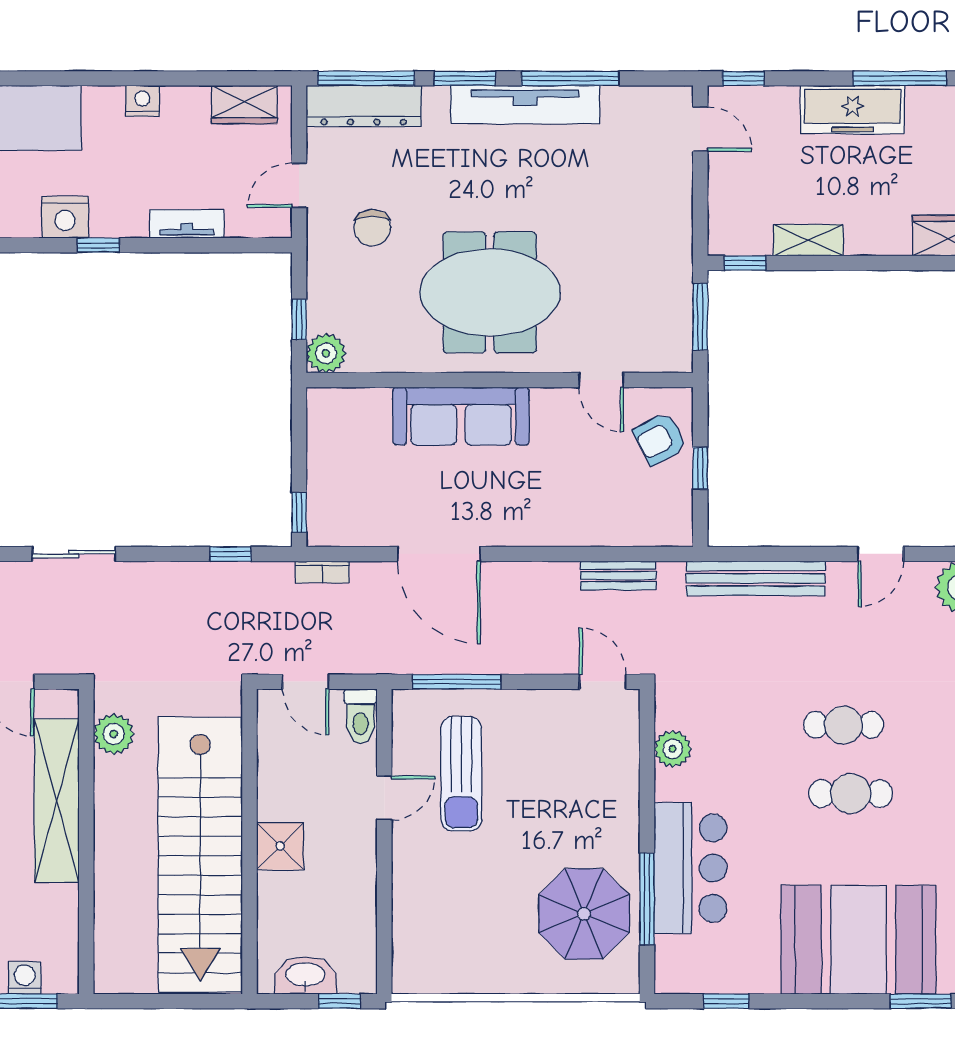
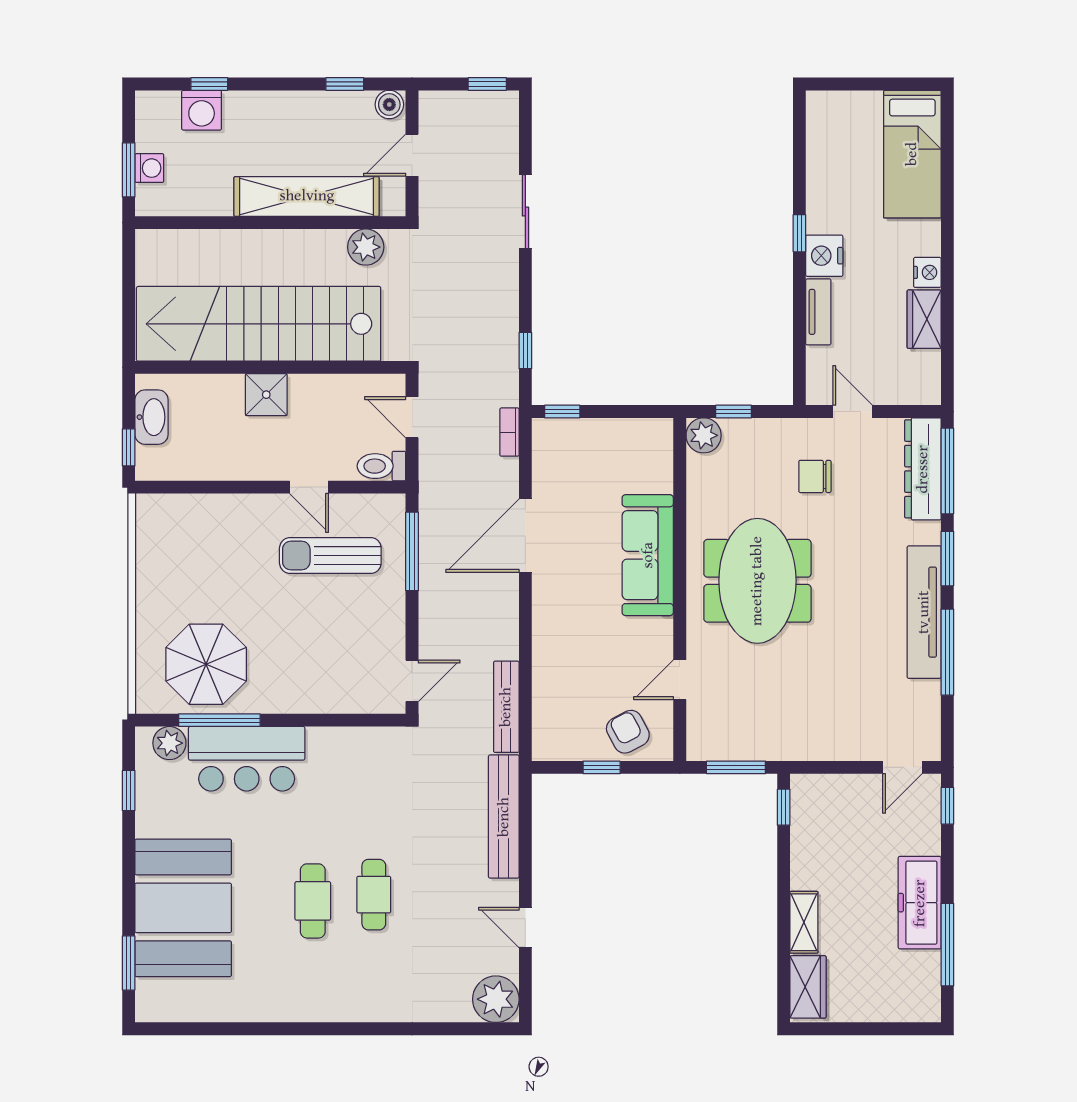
wardrobe: (244, 105) -> (924, 319), moved
nightstand: (65, 217) -> (824, 256), moved
shelving: (808, 240) -> (804, 922), moved
bench: (618, 575) -> (506, 707), width x1.36
door: (306, 682) -> (412, 417), hinge flipped
plant: (673, 749) -> (169, 743), moved

